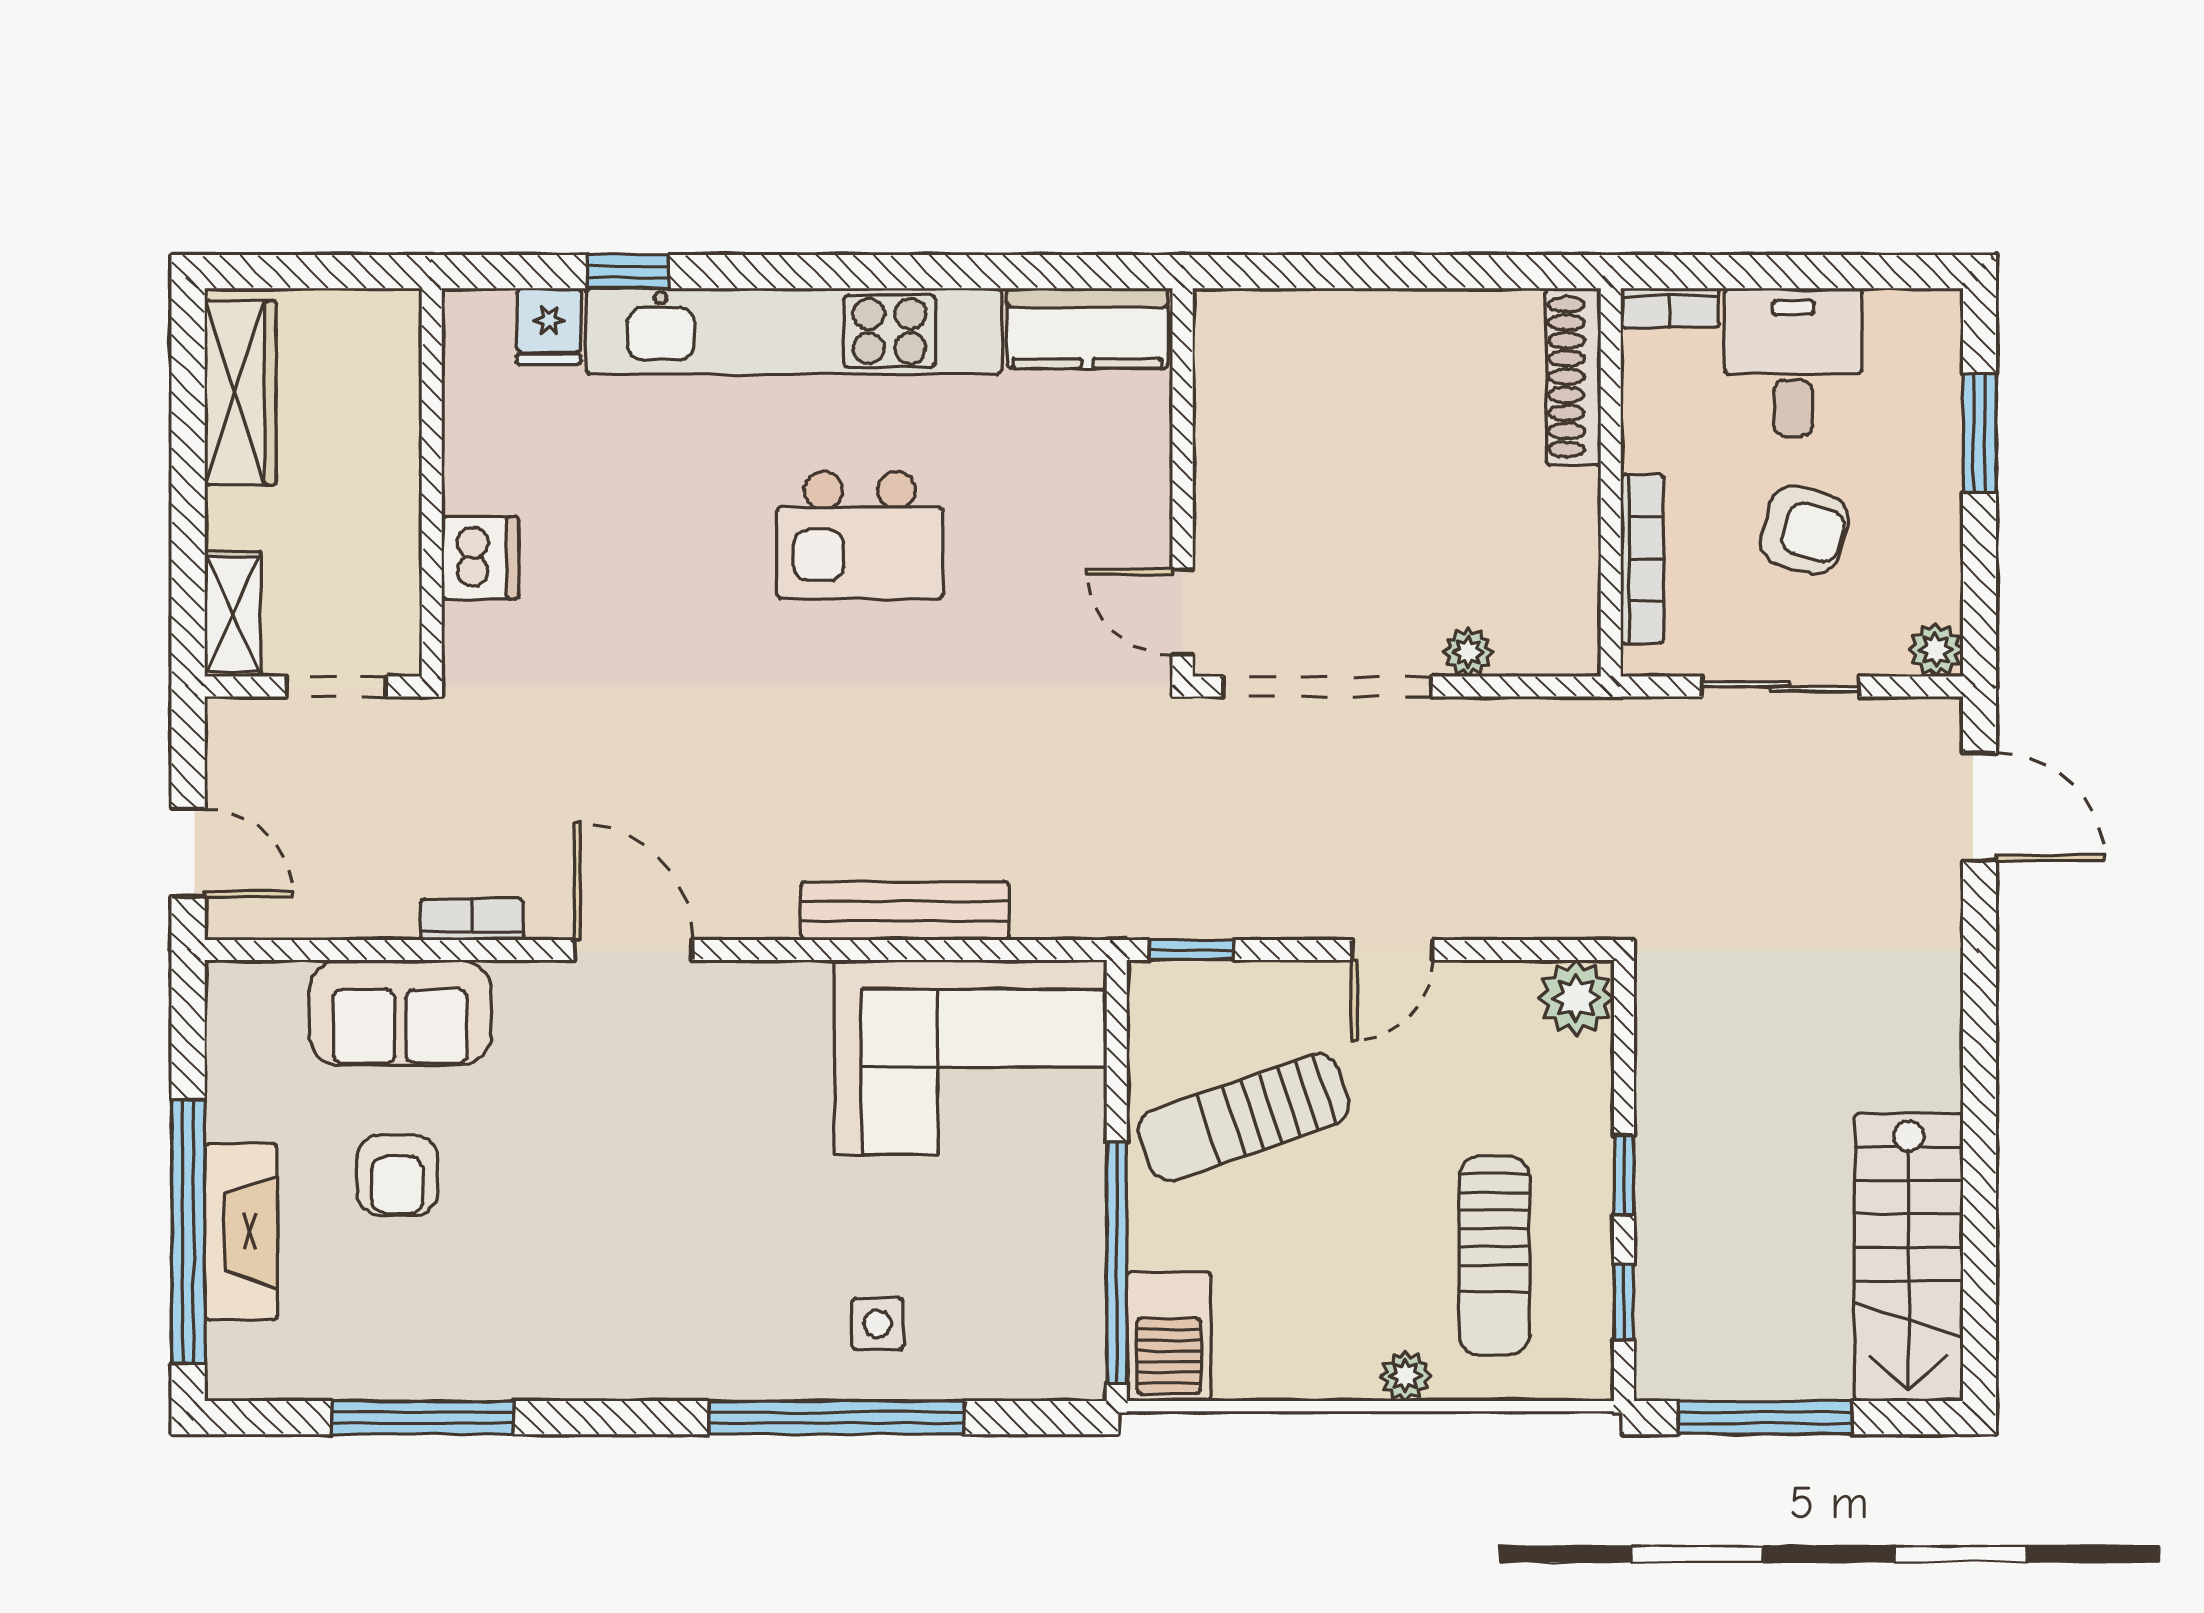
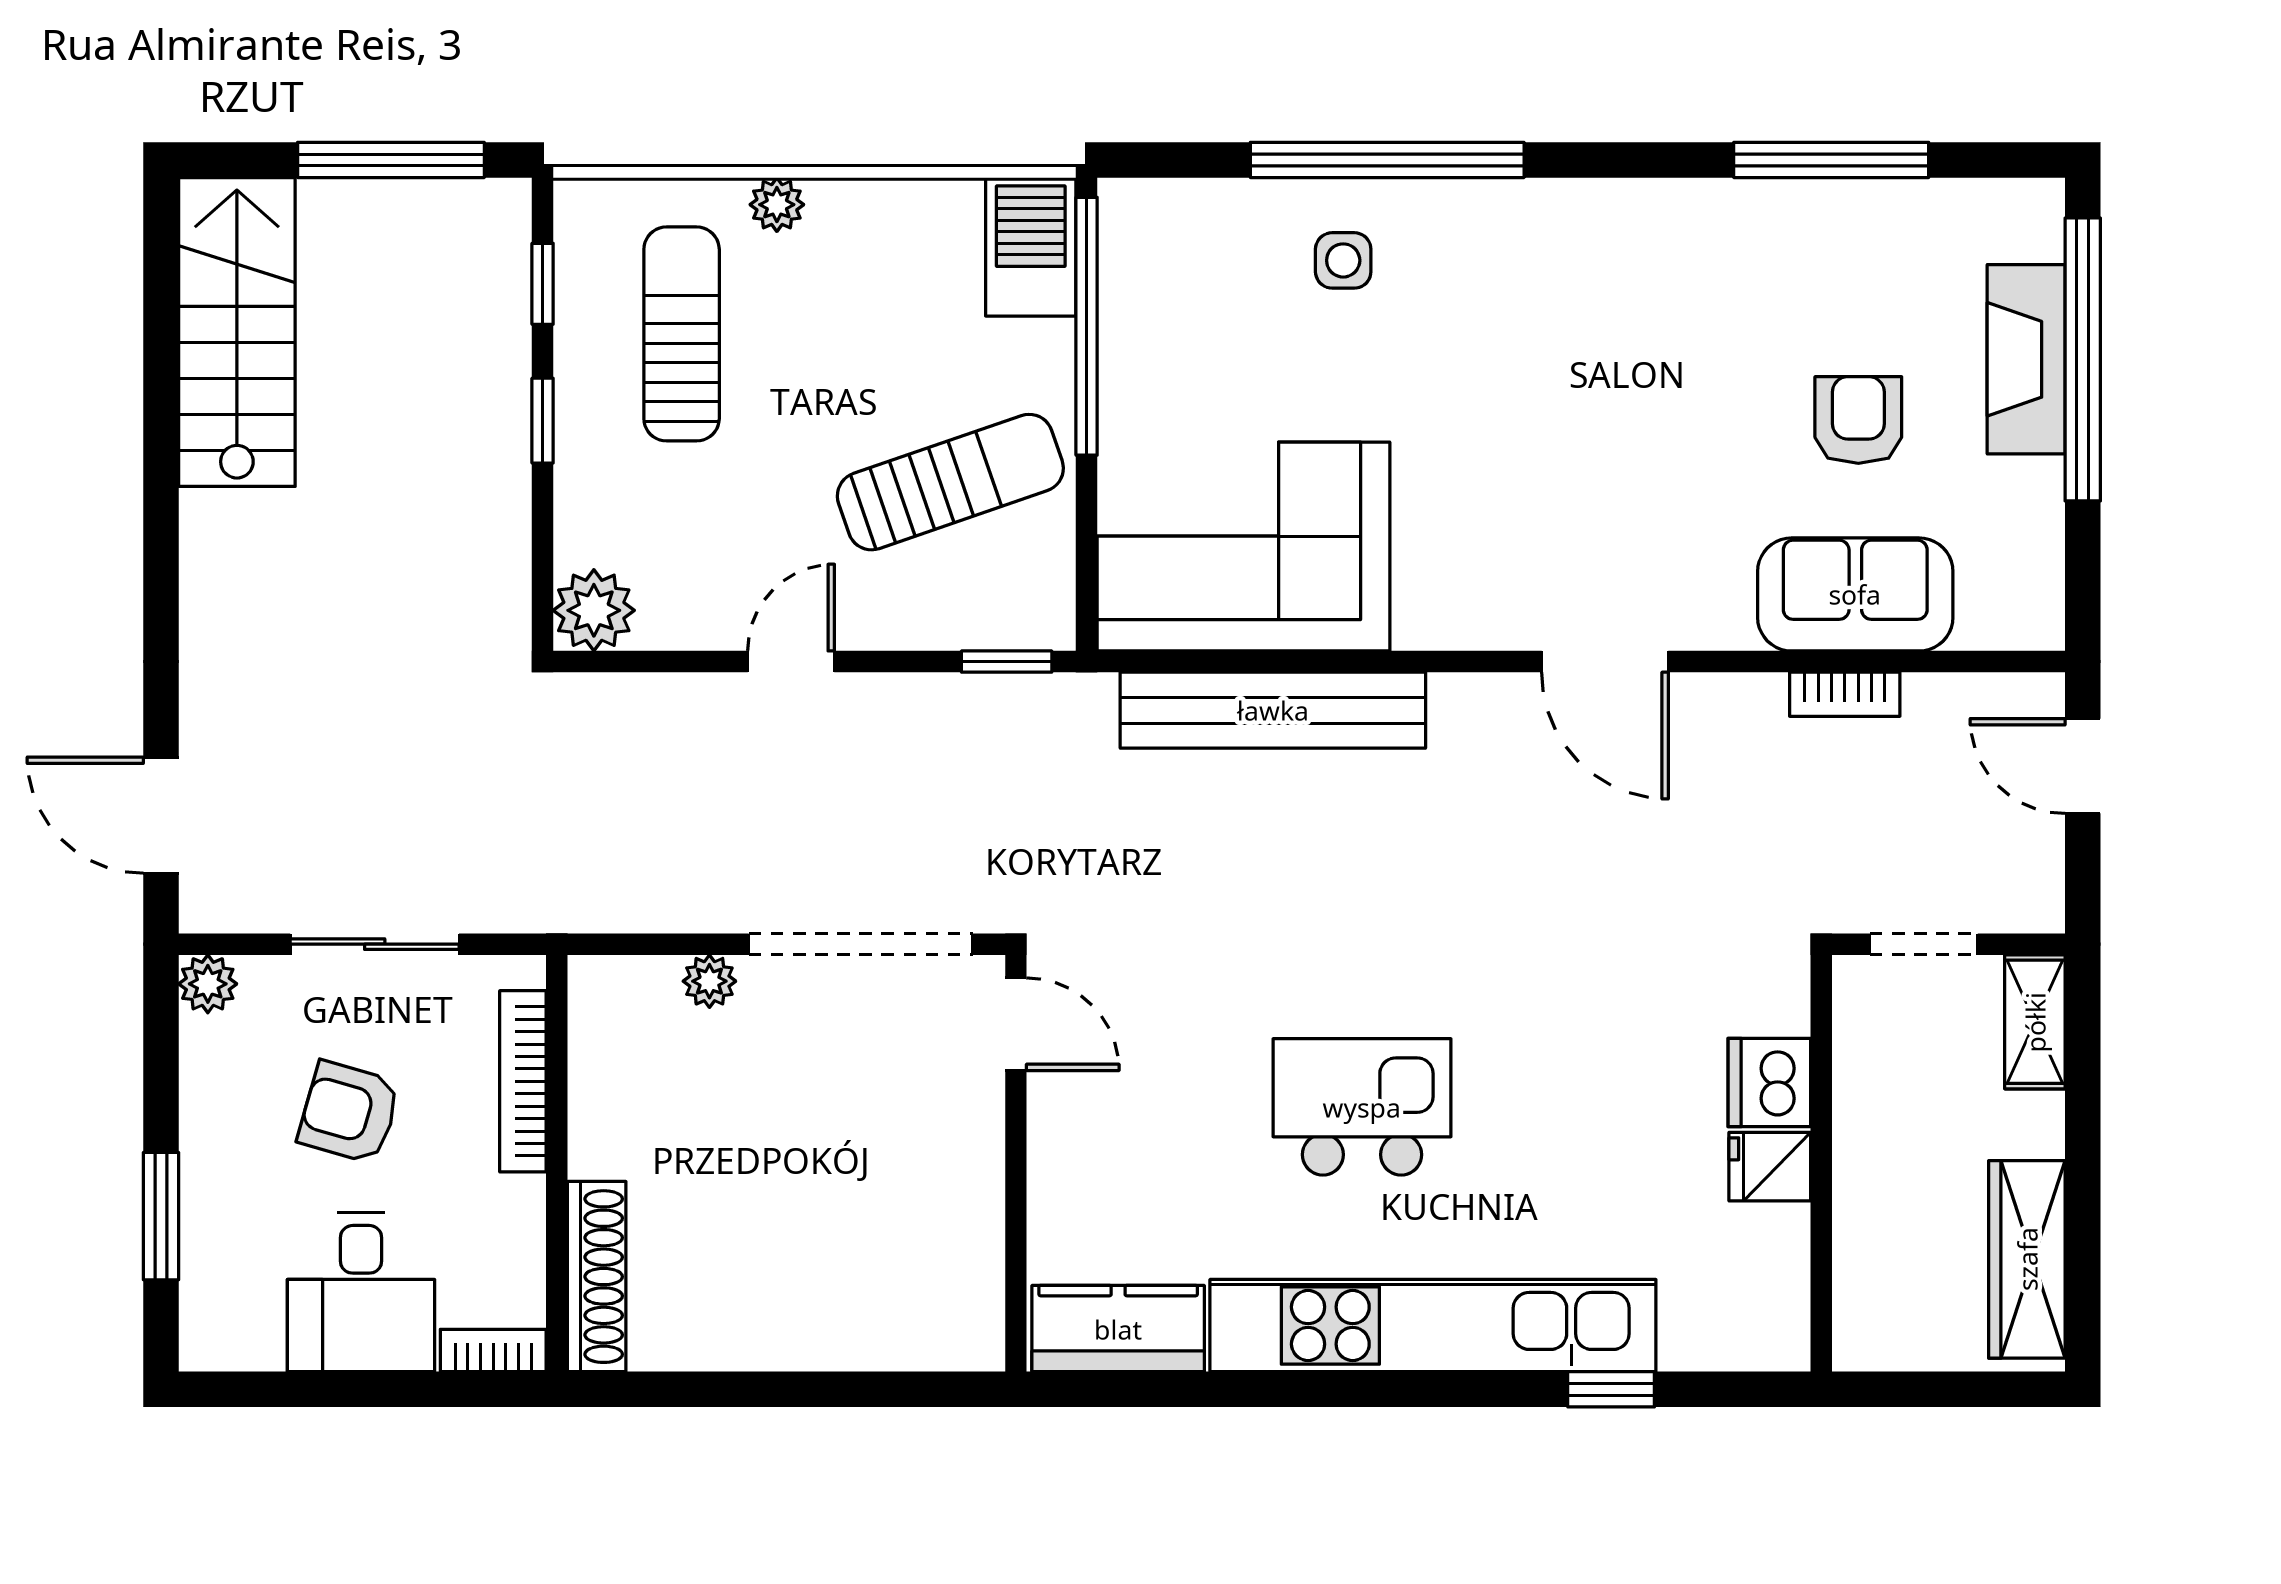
fridge: (549, 326) -> (1770, 1167), moved, turned -90
bench: (905, 911) -> (1273, 710), width x1.37, depth x1.21
bookcase: (472, 920) -> (1845, 694), moved

